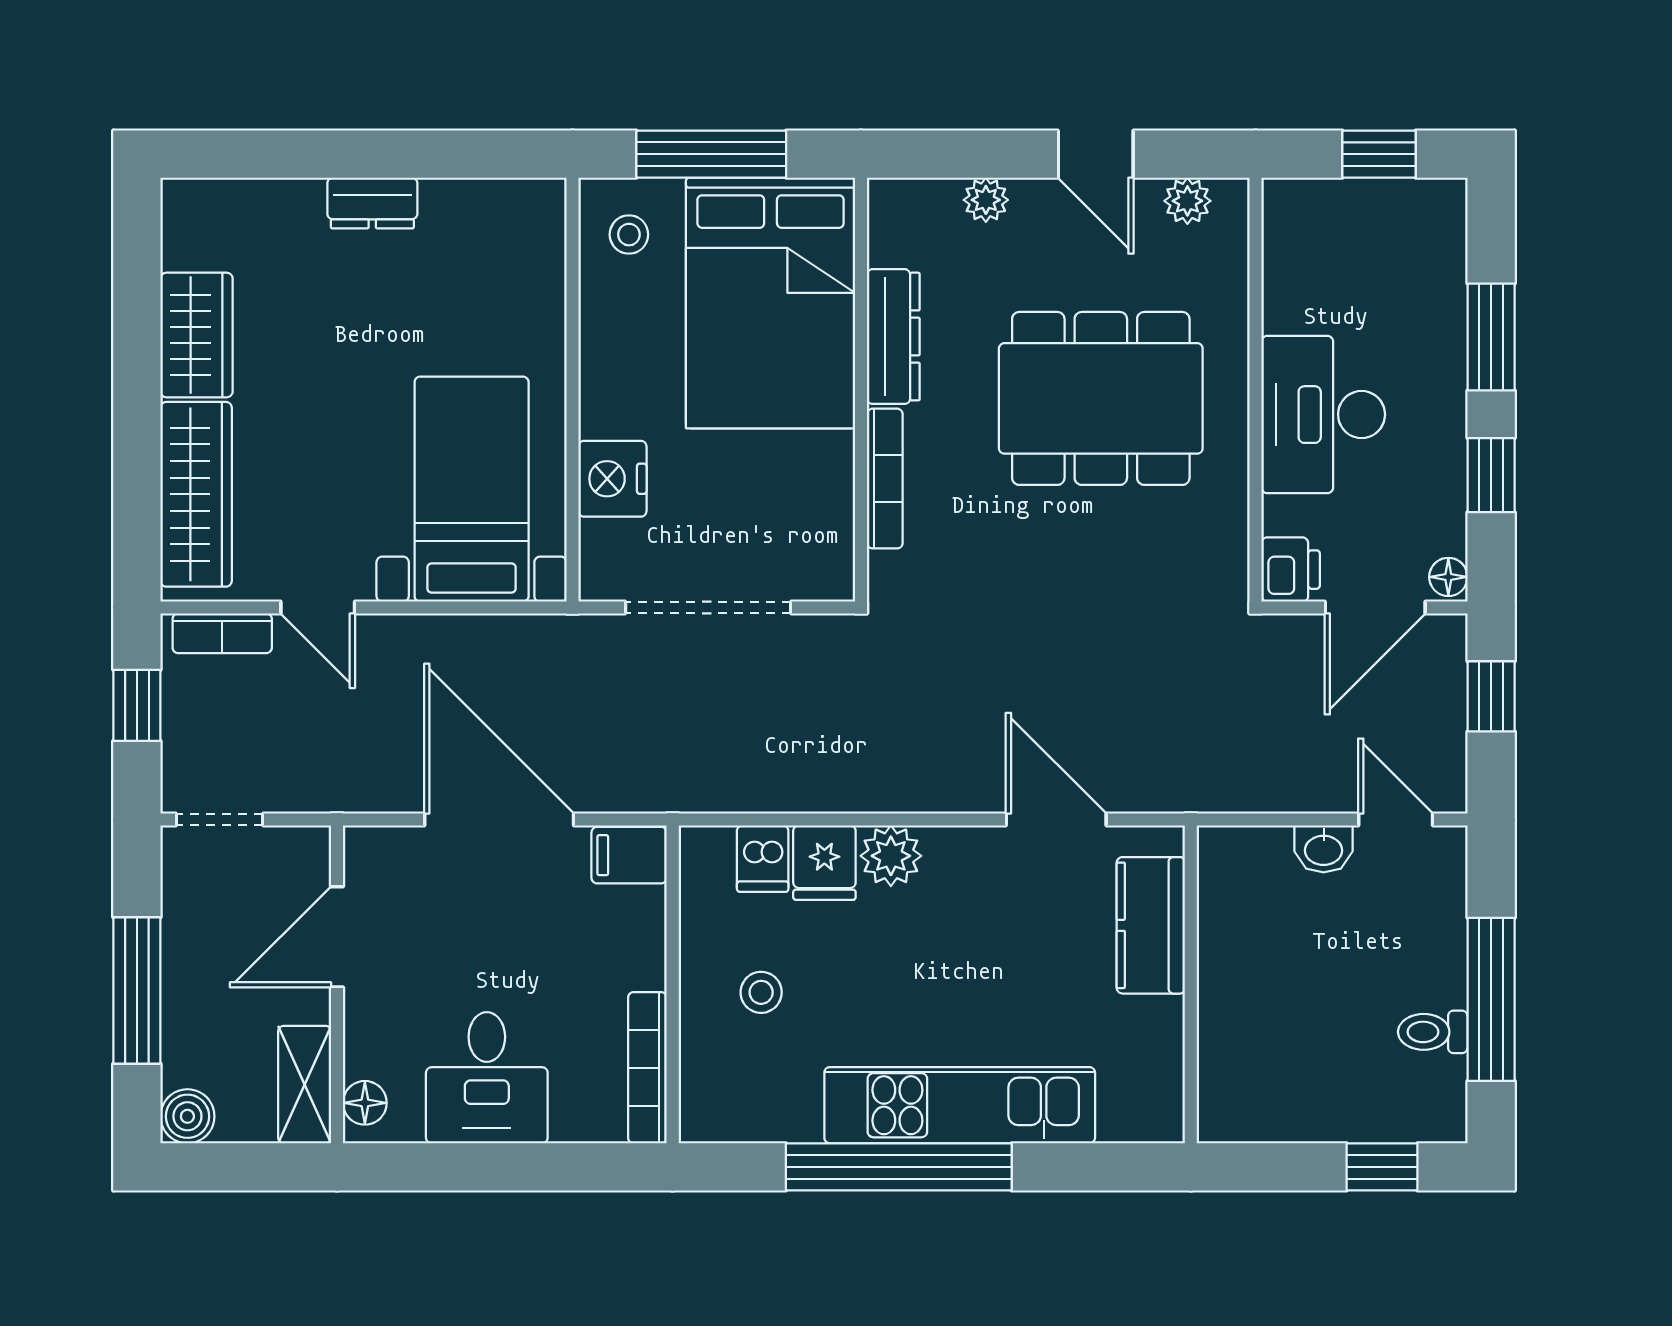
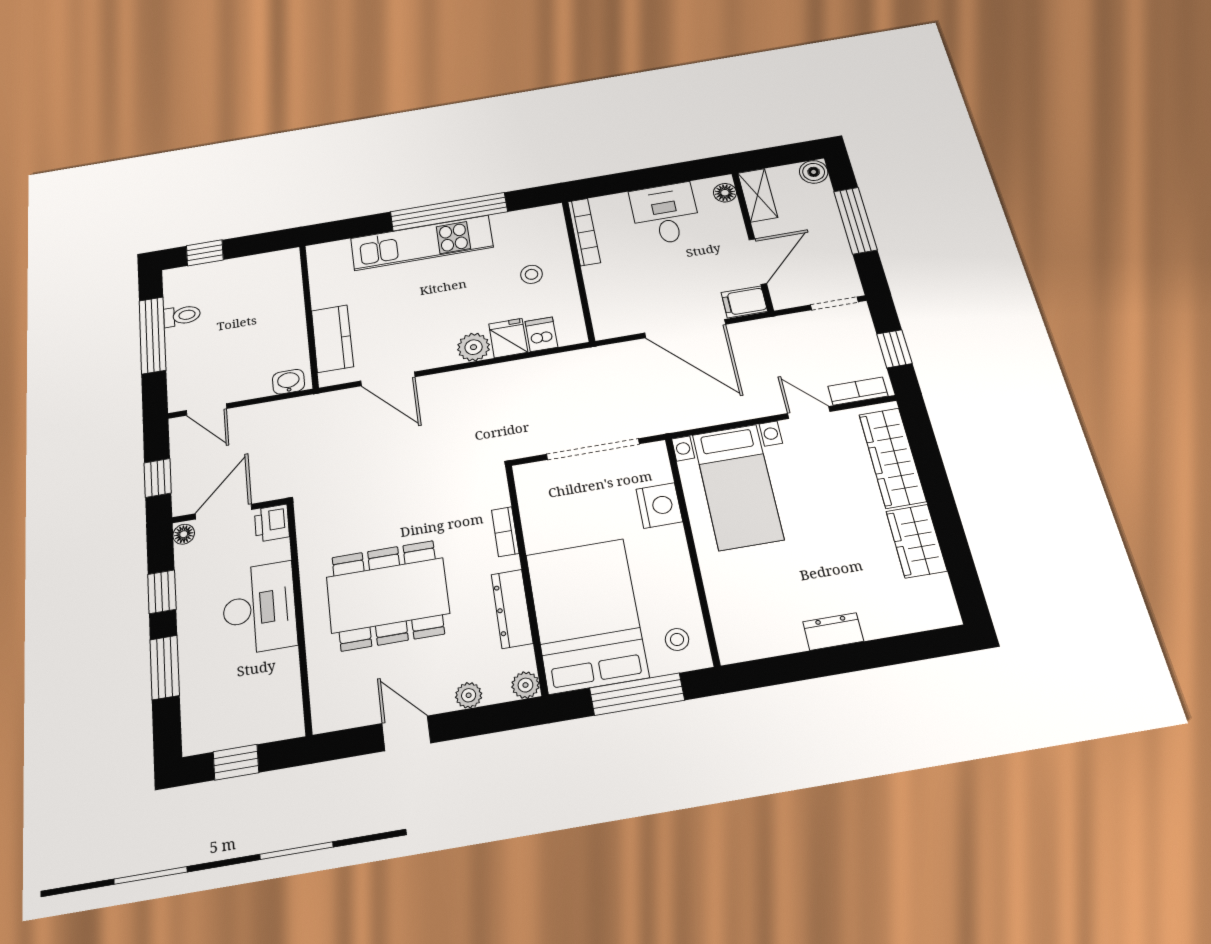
plant: (1187, 201) -> (525, 685), moved
bookcase: (885, 479) -> (505, 532), width x0.64
washbasin: (1324, 849) -> (288, 382), moved
filing cabinet: (629, 855) -> (744, 302), moved, turned 180

